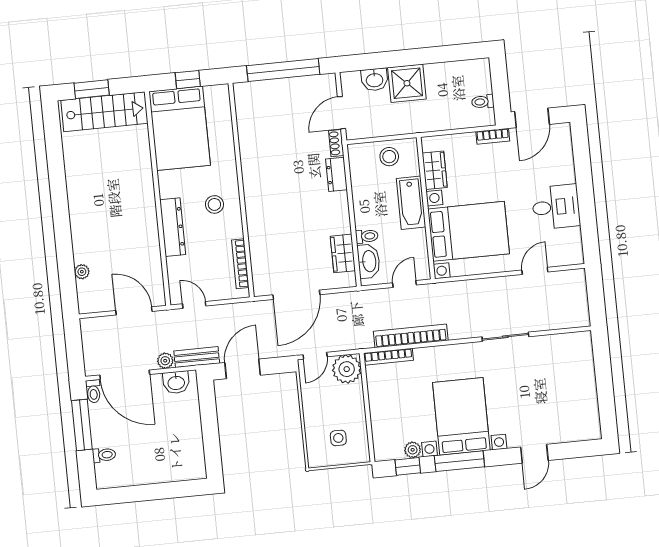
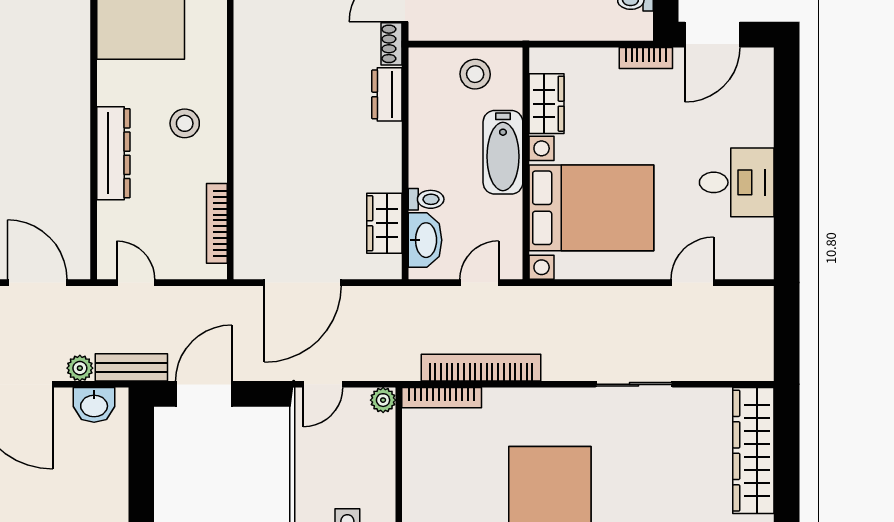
plant: (347, 369) -> (383, 400), width x0.53, depth x0.53
wardrobe: (583, 370) -> (753, 451), added

